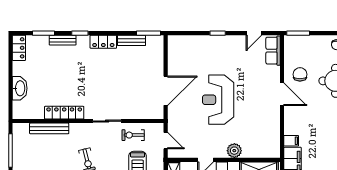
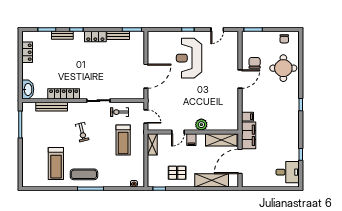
locker: (19, 48) -> (27, 52), moved
row of seats: (273, 51) -> (233, 44), removed
washbasin: (20, 88) -> (28, 89), moved
door: (282, 94) -> (240, 79), hinge flipped
reception desk: (218, 100) -> (189, 58), moved

